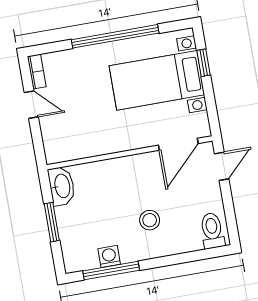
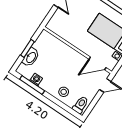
washbasin: (62, 186) -> (31, 57), moved
stool: (150, 220) -> (64, 92), moved

